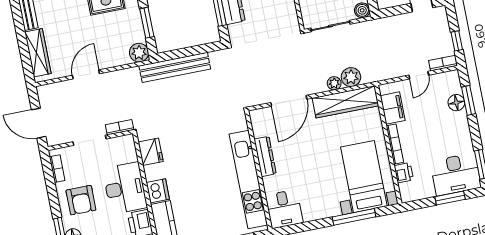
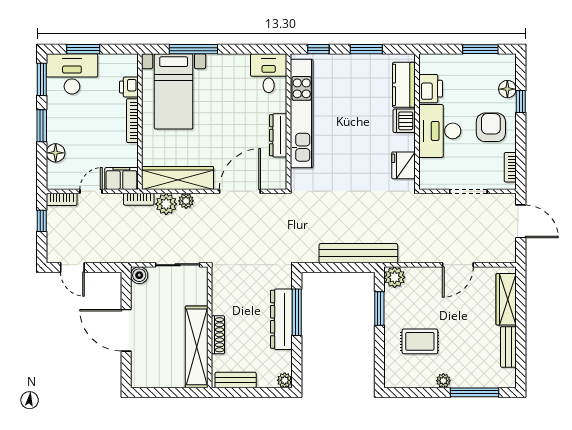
window: (468, 100) -> (42, 126), moved
filing cabinet: (393, 108) -> (121, 178), moved, turned 90
bookcase: (120, 127) -> (139, 199), moved

